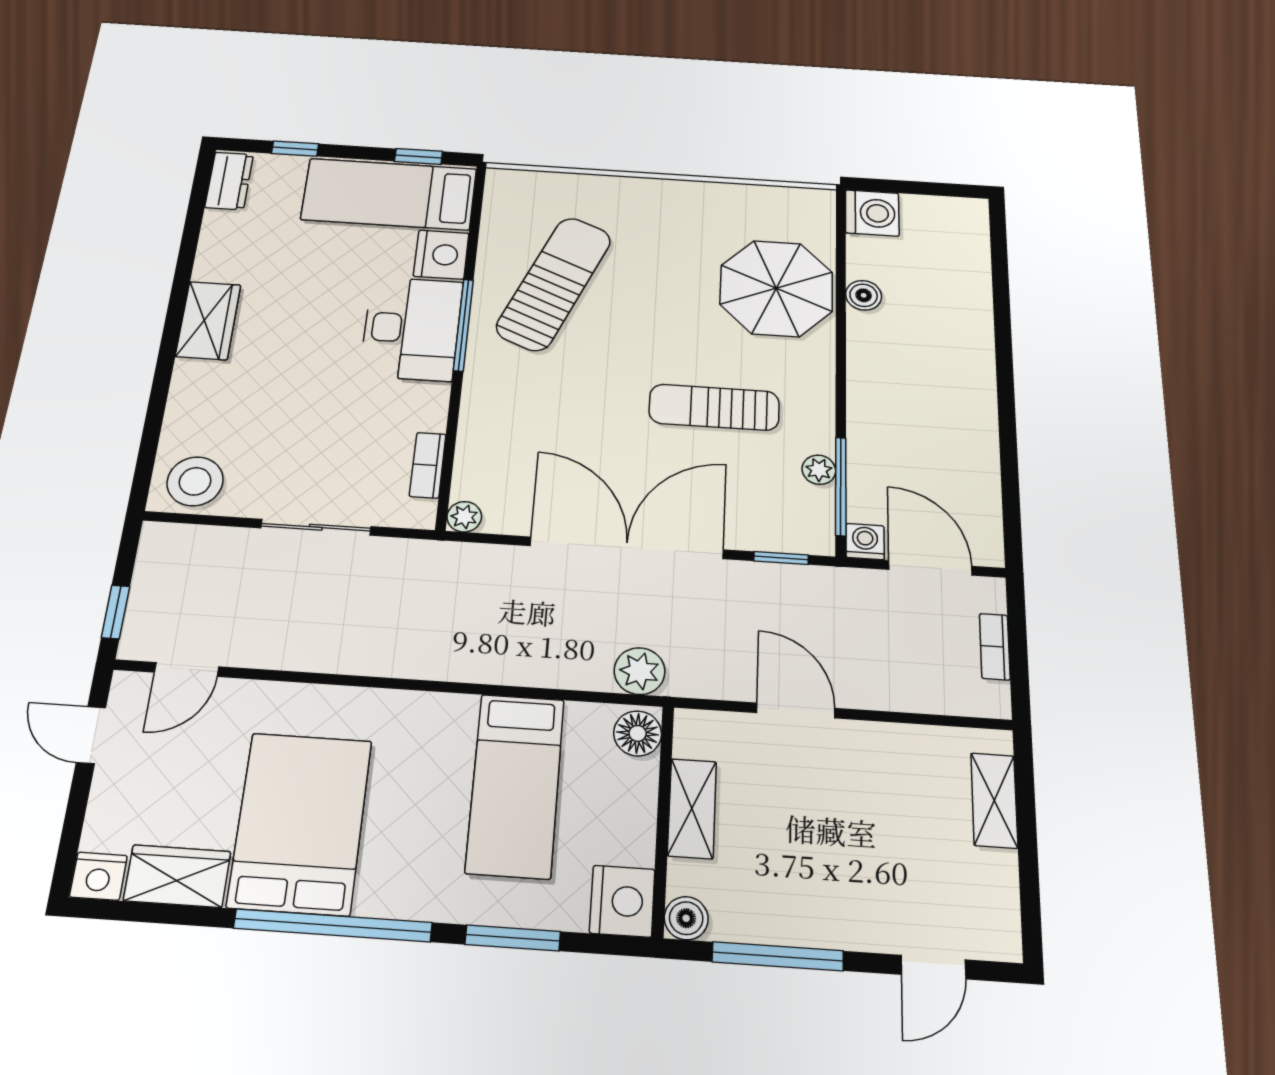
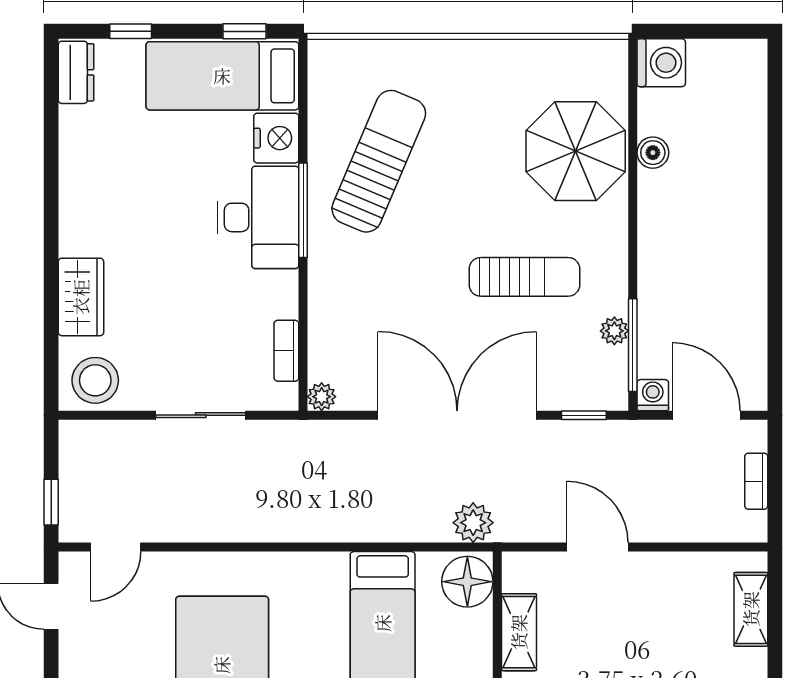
wardrobe: (208, 321) -> (81, 297), moved
sun lounger: (714, 407) -> (524, 277), turned 180
floor lamp: (638, 733) -> (467, 582), width x1.38, depth x1.38

